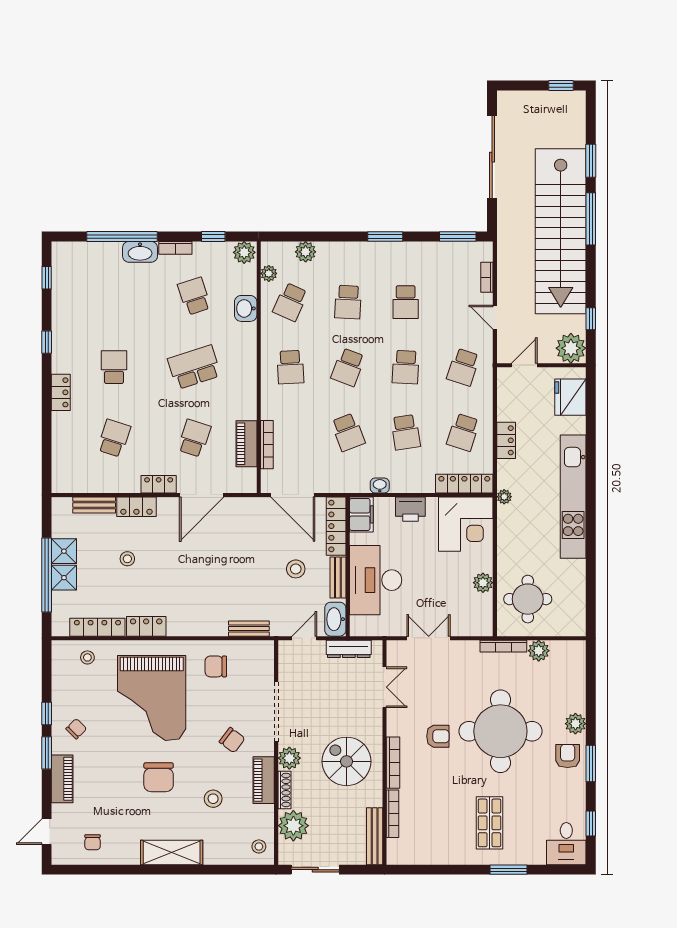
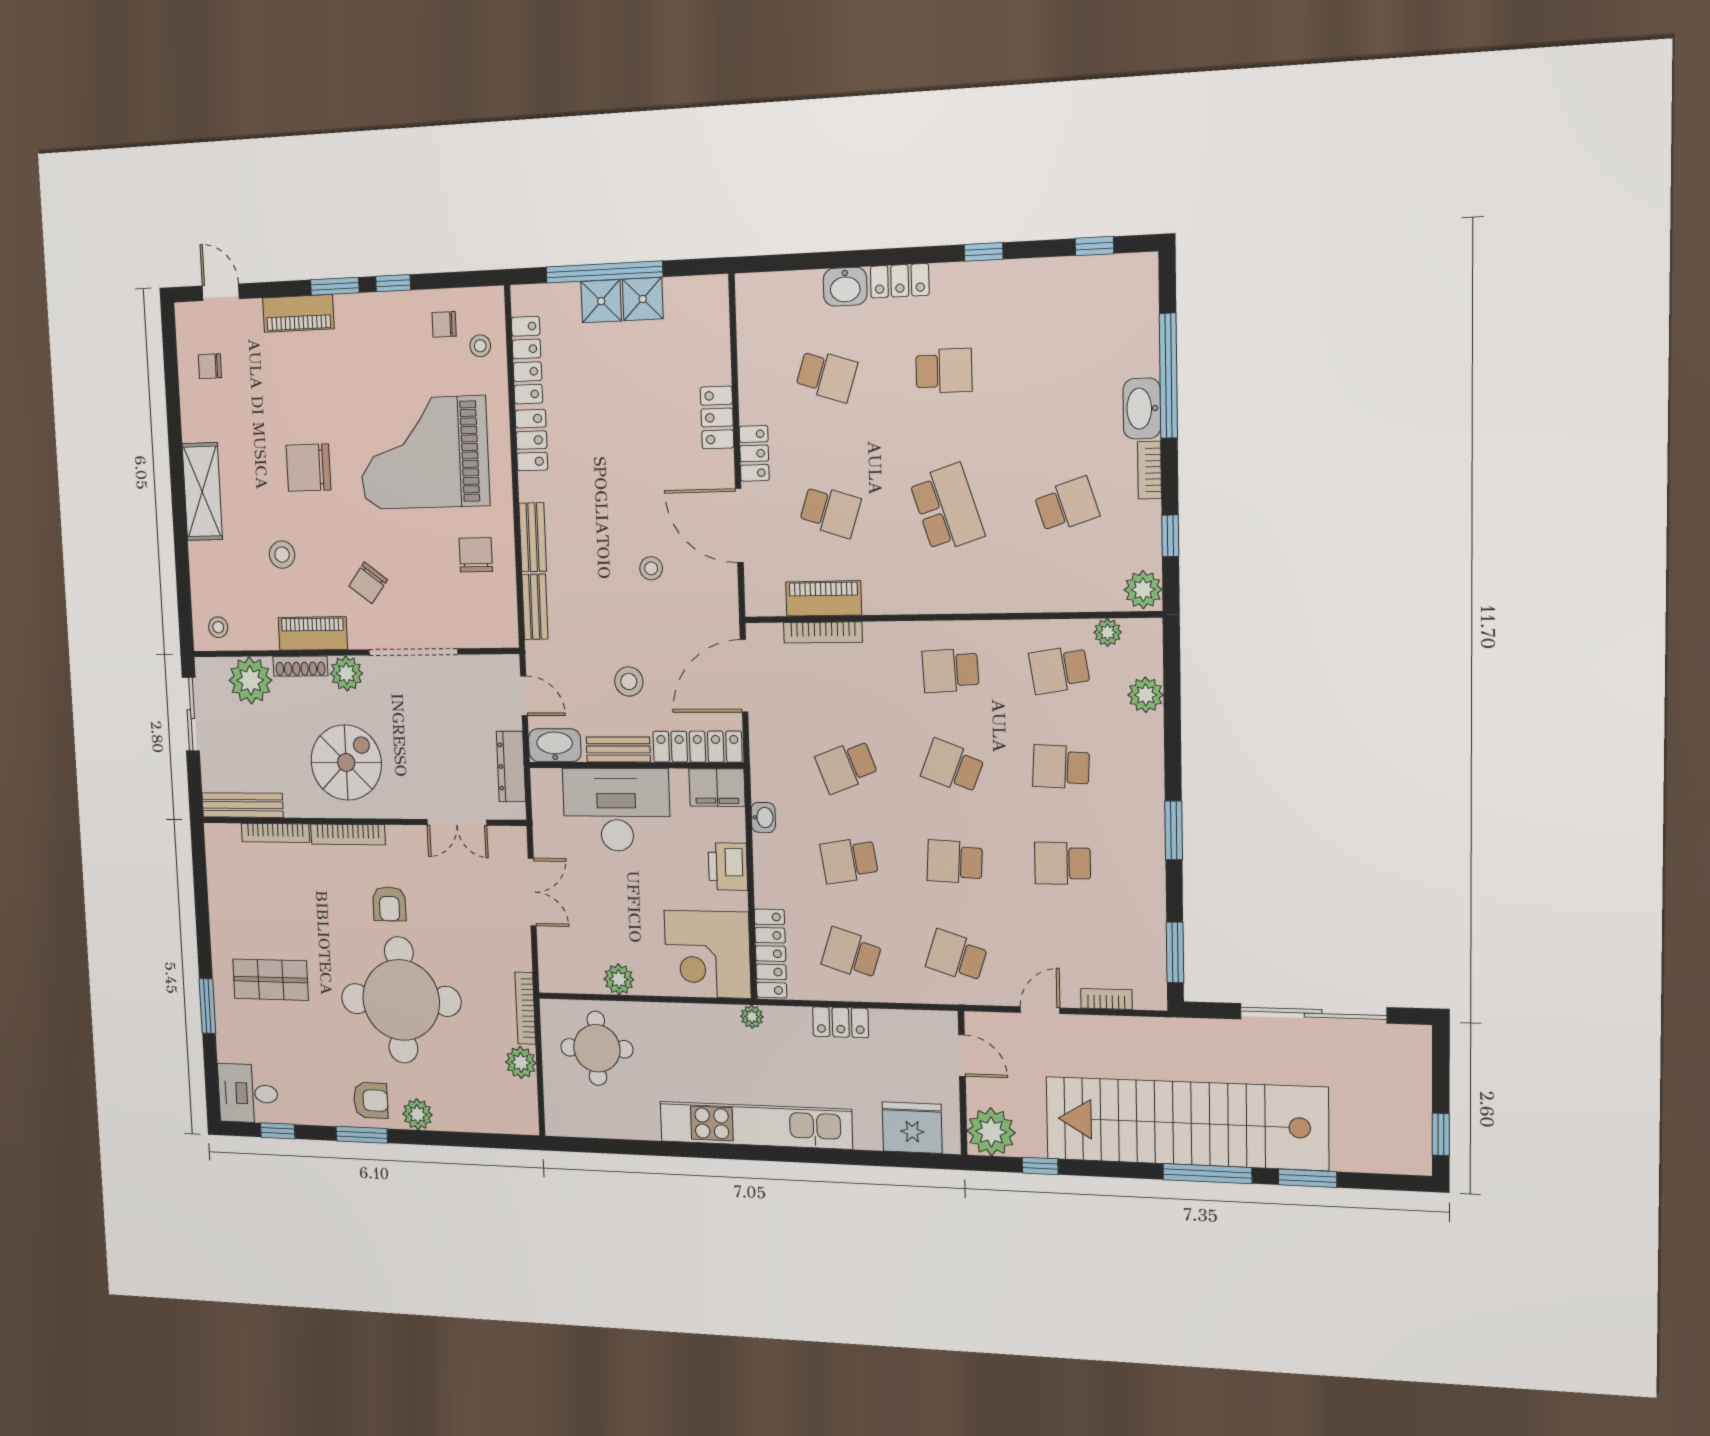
school desk: (290, 302) -> (1059, 670), turned -33
washbasin: (246, 308) -> (845, 287), moved, turned 180
bench: (94, 505) -> (533, 537), moved
stool: (127, 559) -> (651, 568), moved
chair: (76, 729) -> (444, 324), moved, turned 135

